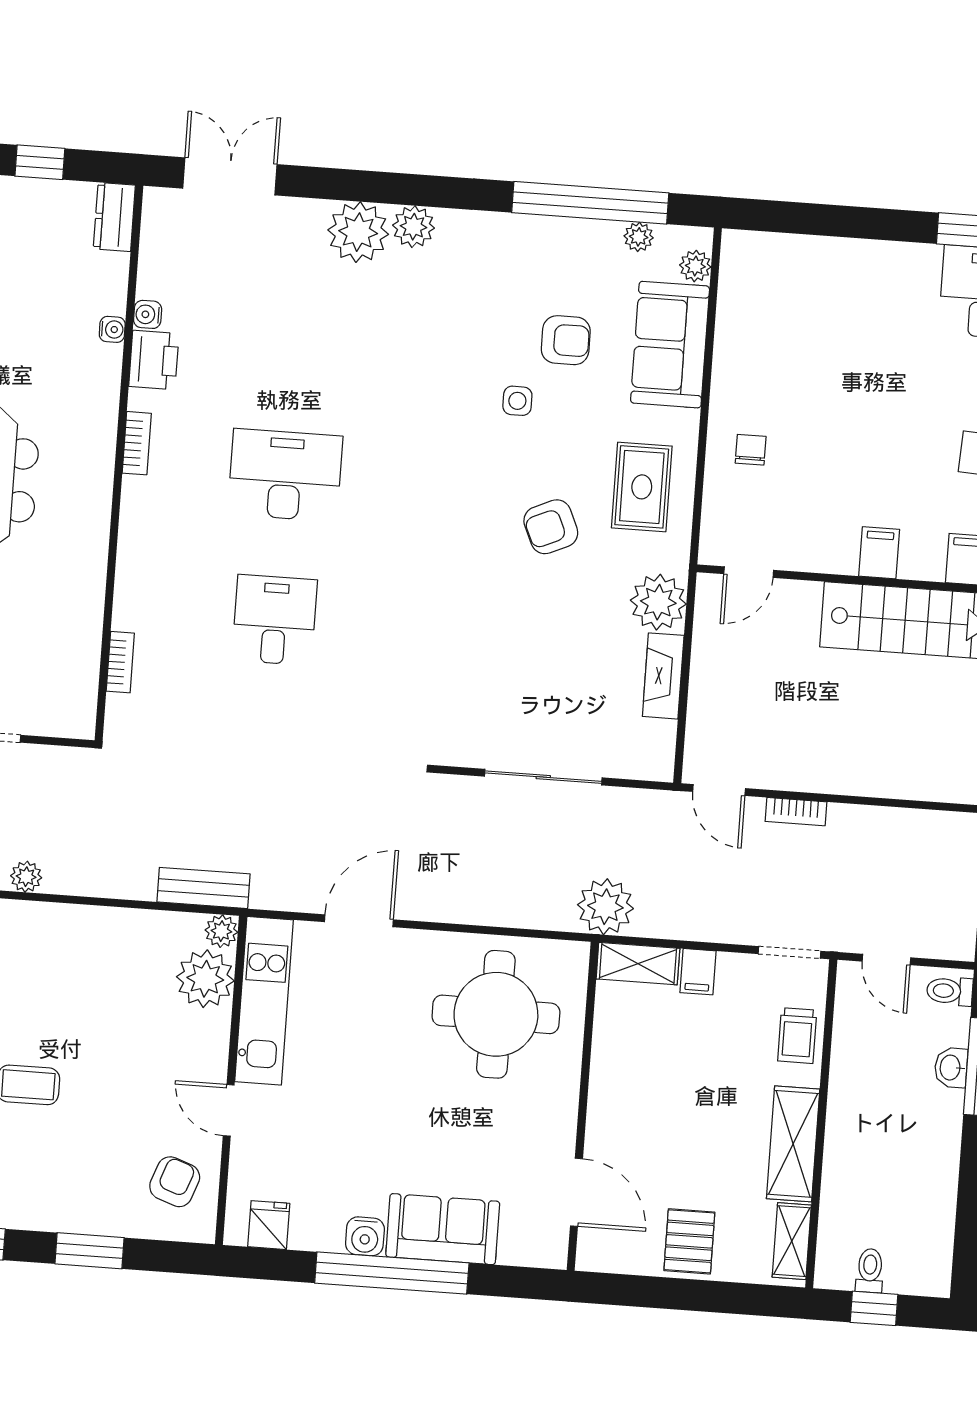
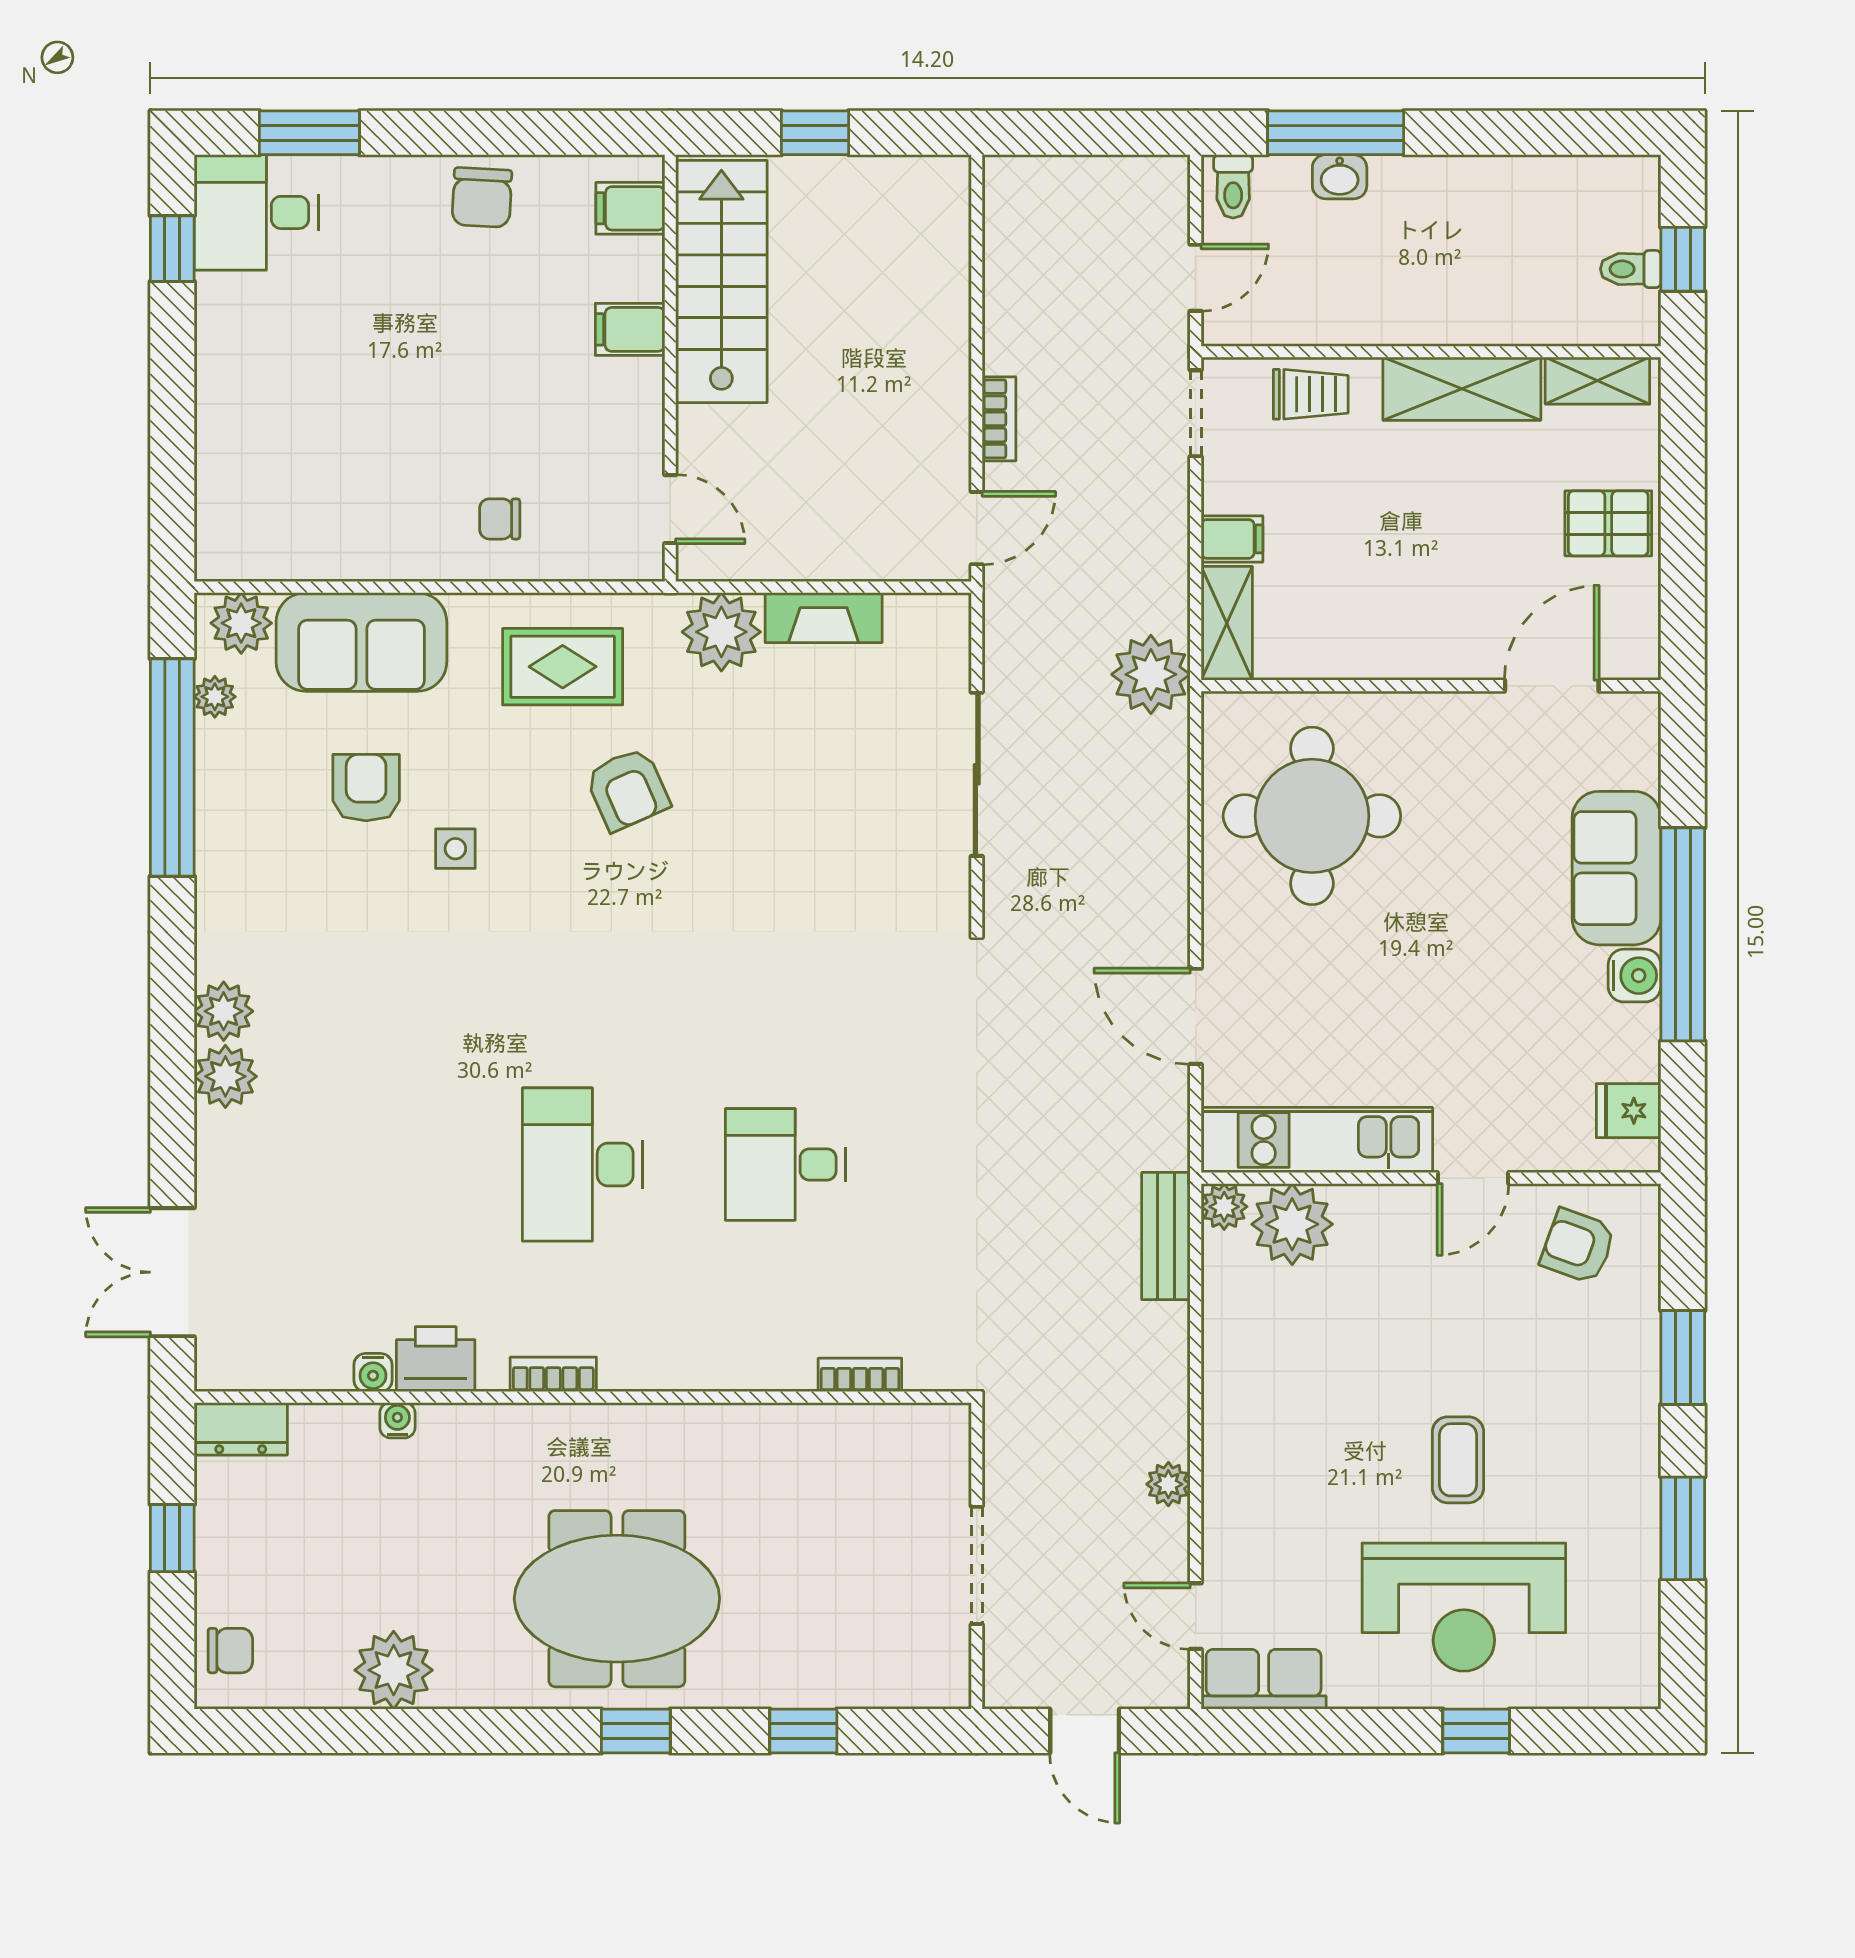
plant: (358, 232) -> (225, 1076), width x0.73, depth x0.73
plant: (695, 266) -> (241, 623), width x1.38, depth x1.38

